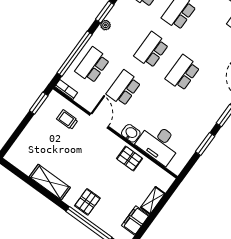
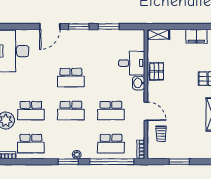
window: (39, 103) -> (179, 162), moved
door: (99, 121) -> (146, 111), swing flipped
desk: (159, 144) -> (132, 63), width x0.73
shelving: (153, 200) -> (158, 34), moved

